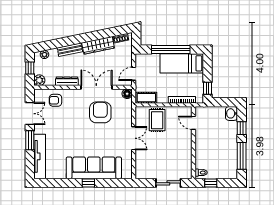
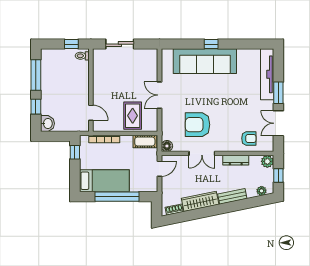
double door: (96, 87) -> (202, 153), width x0.73
armchair: (100, 112) -> (198, 125), turned 90

